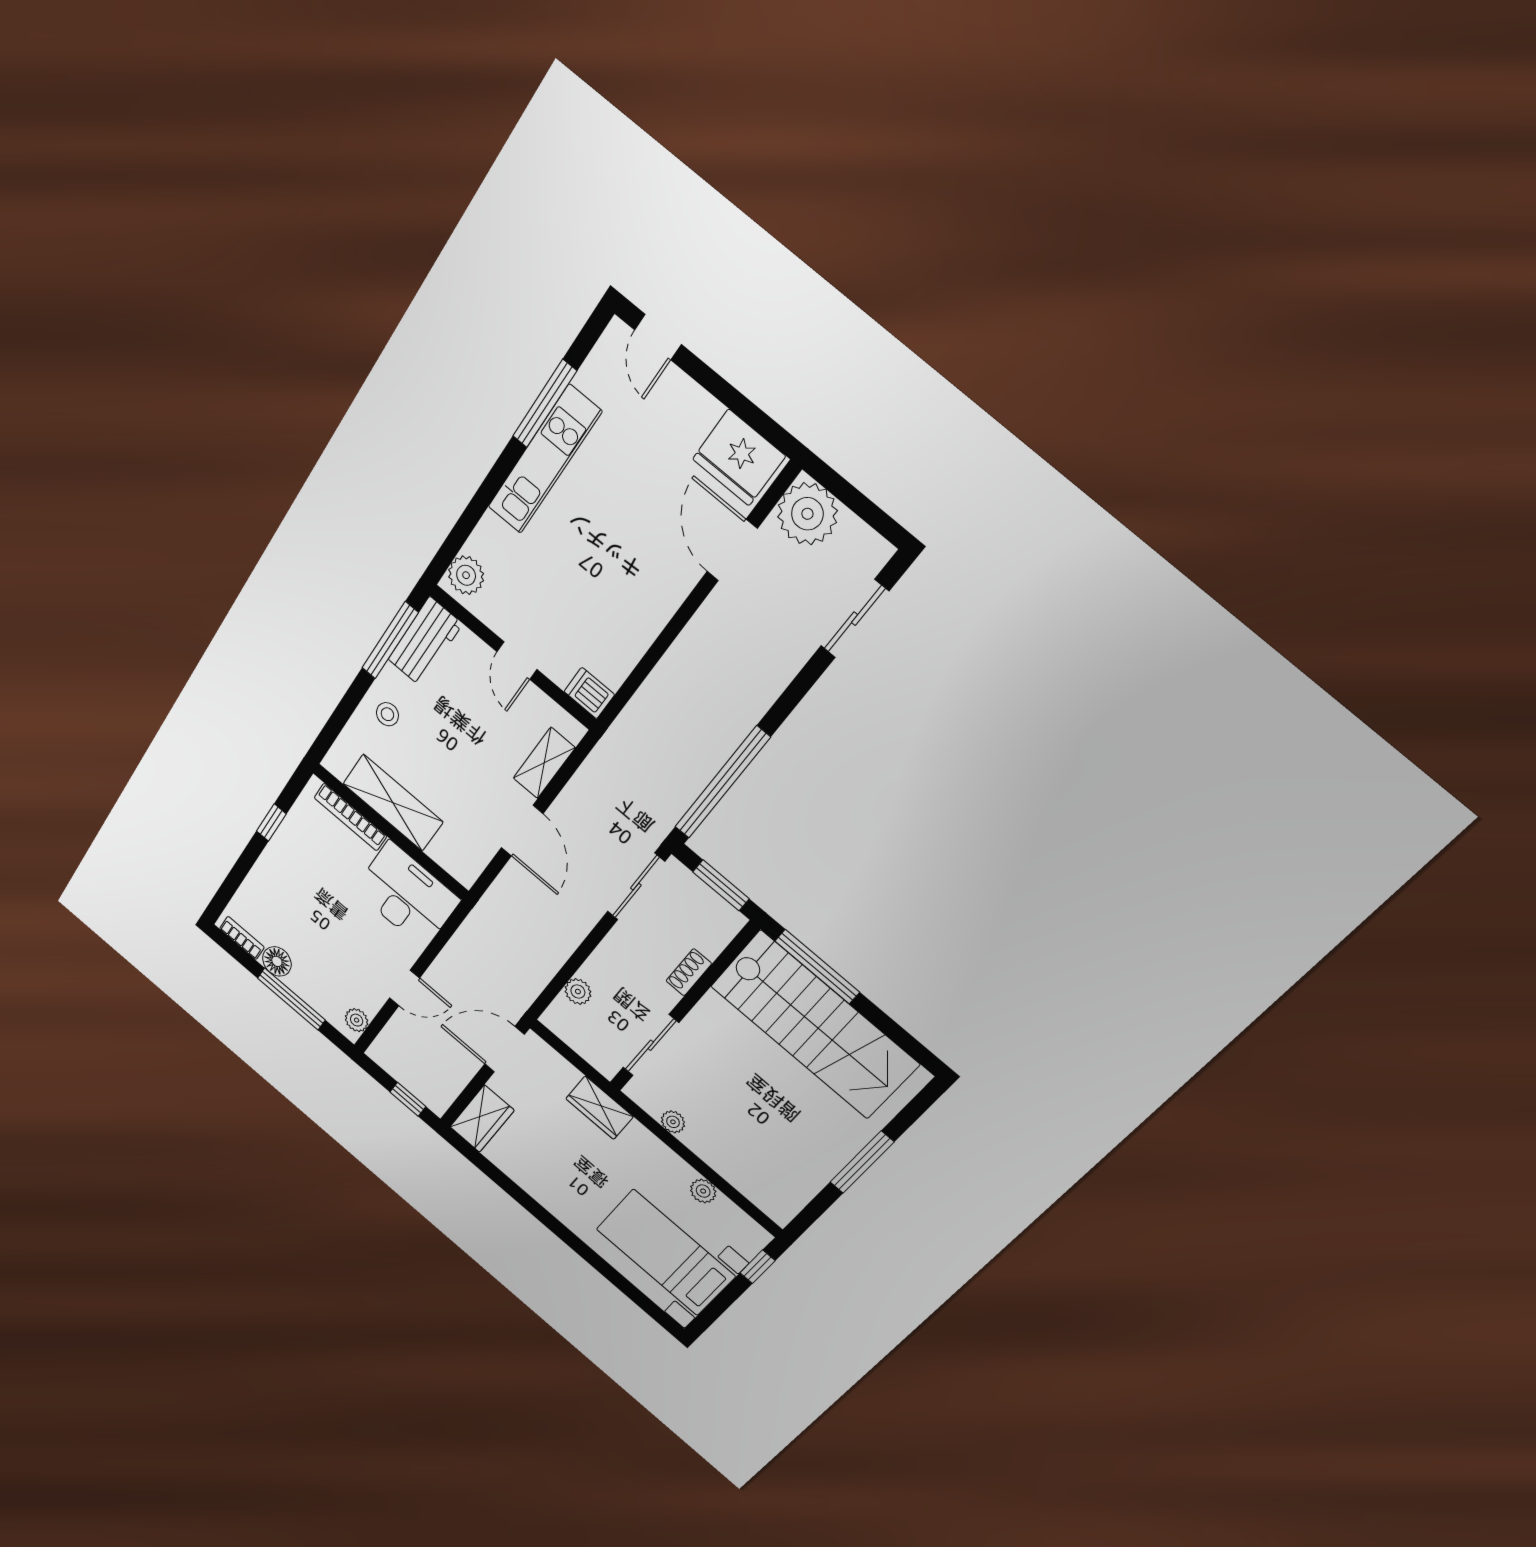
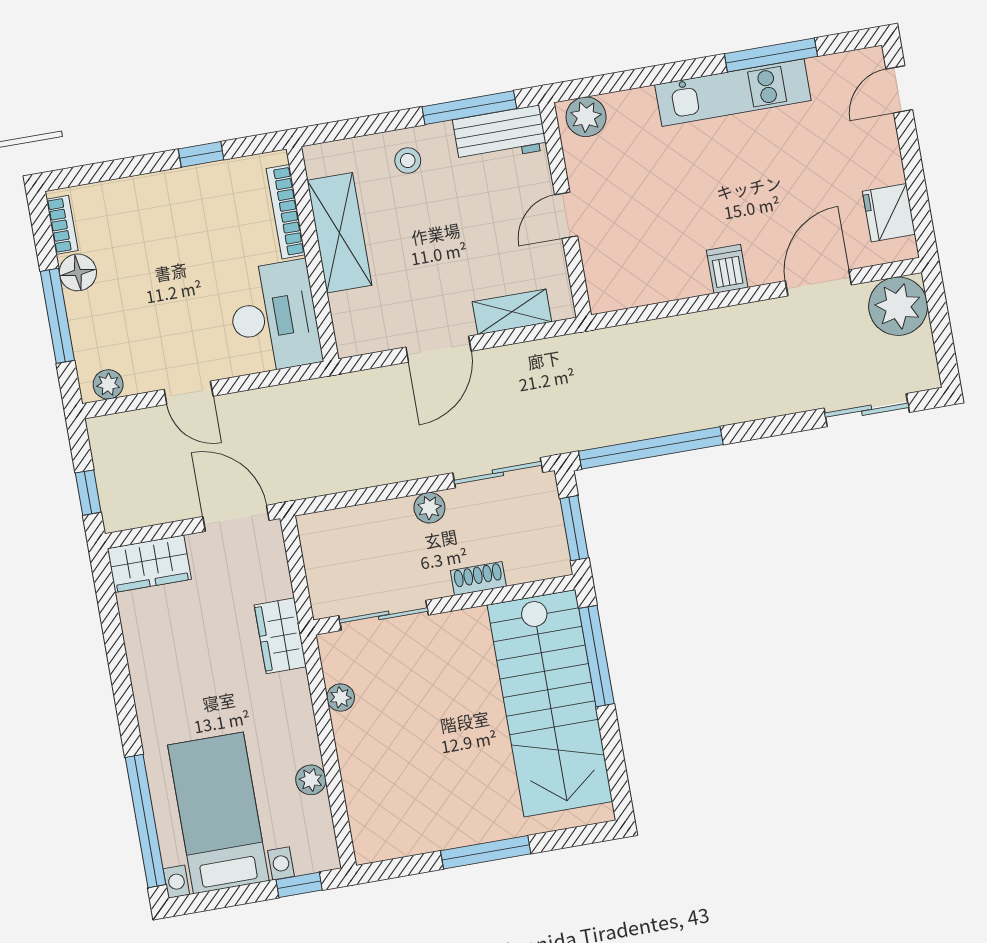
fridge: (739, 458) -> (889, 213), width x0.73, depth x0.75
dishwasher: (589, 693) -> (727, 269), moved
plant: (578, 992) -> (429, 508), moved
window: (627, 1287) -> (146, 821), added

